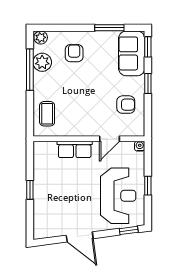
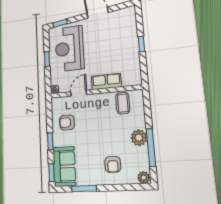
plant: (42, 62) -> (139, 138), moved
coffee table: (47, 114) -> (123, 103), moved

